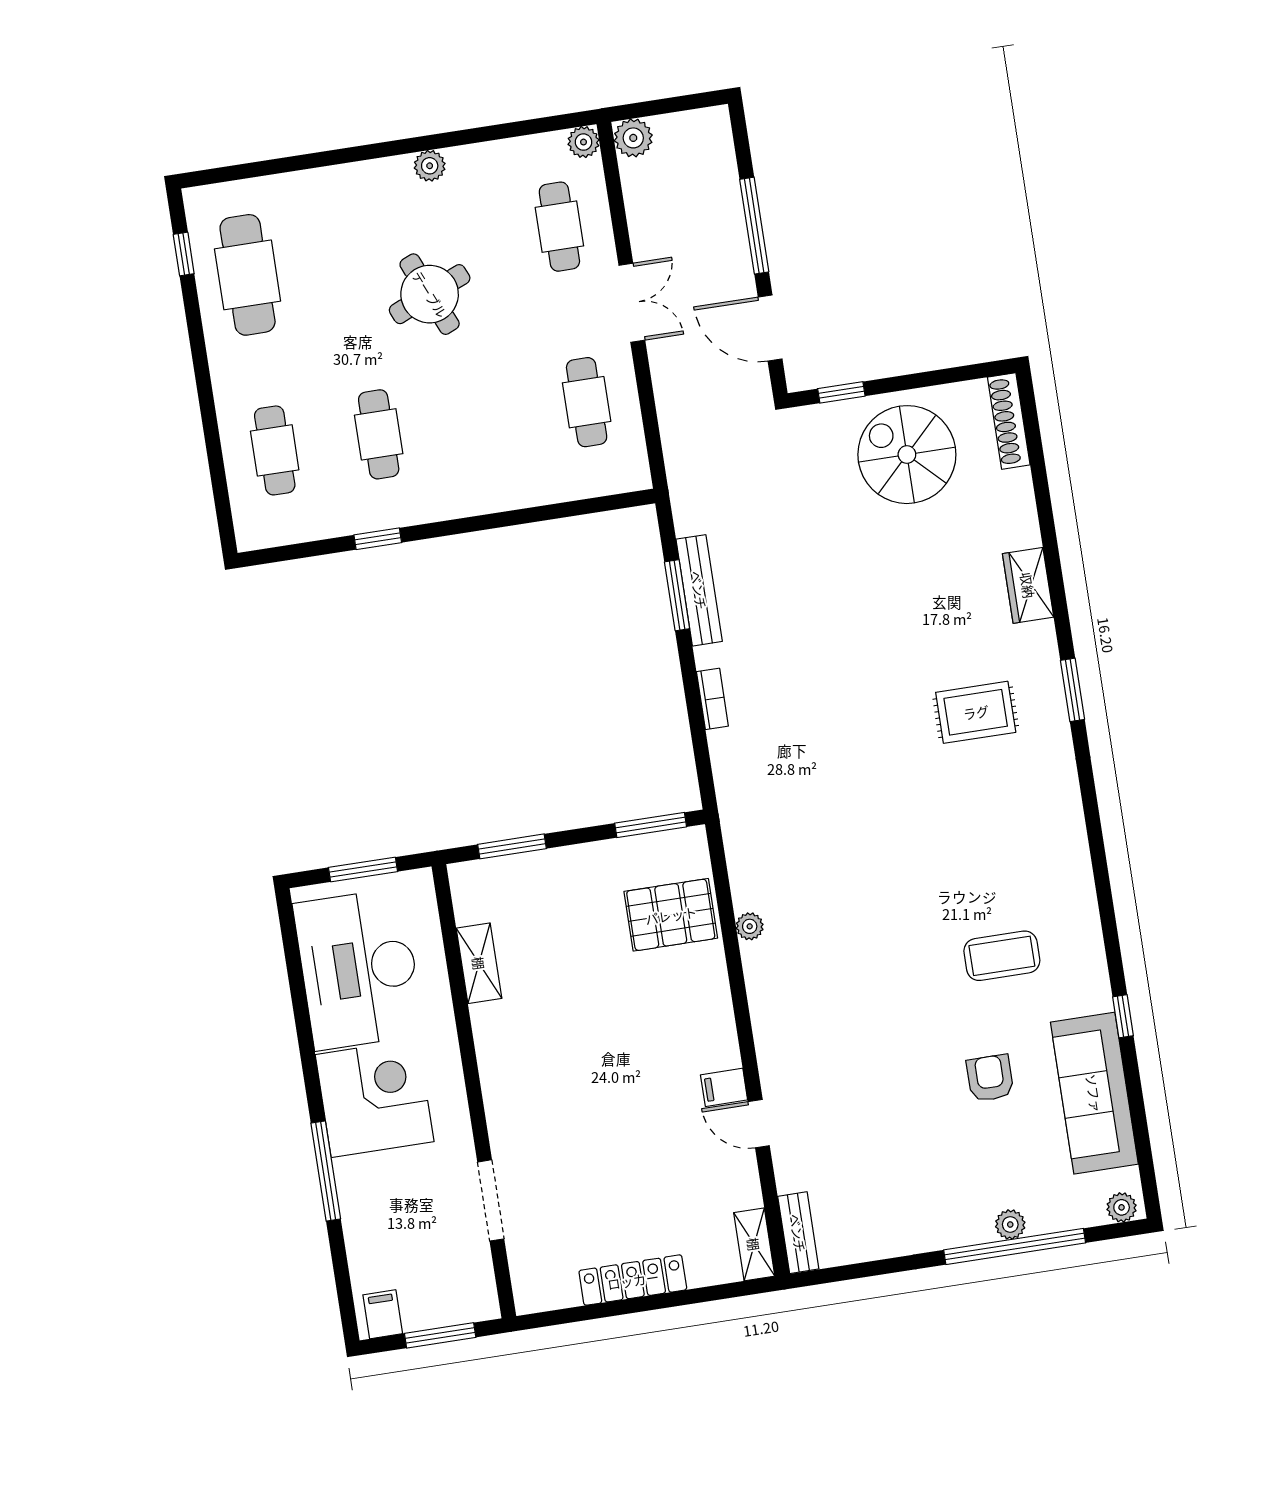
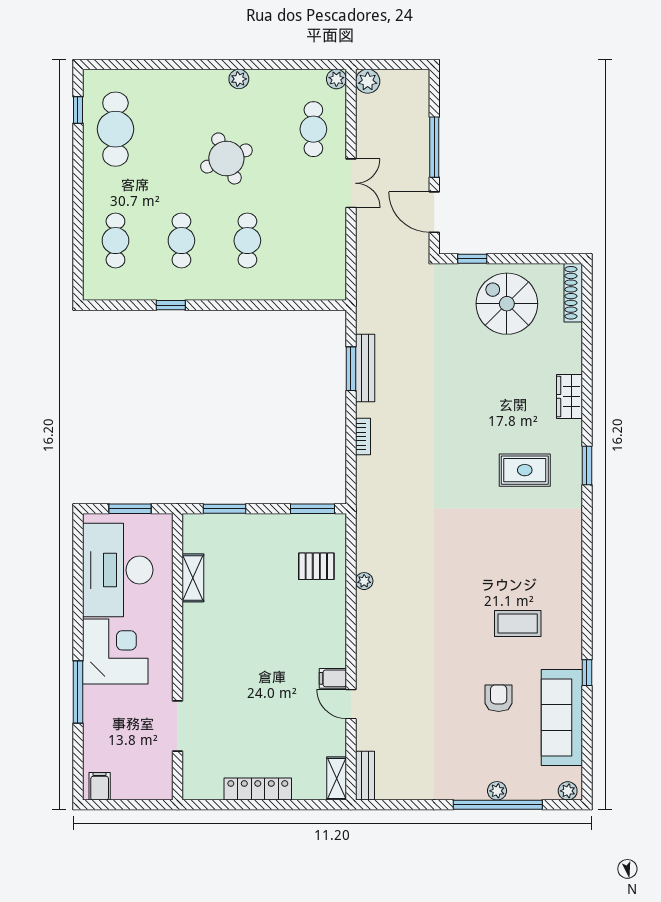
cafe table: (587, 402) -> (247, 241), moved
pallet: (671, 915) -> (316, 566), width x0.67, depth x0.71
window: (440, 1335) -> (133, 805), removed

